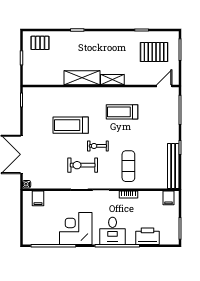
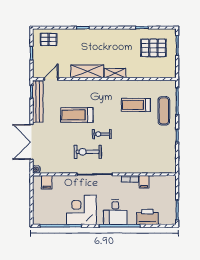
door: (164, 86) -> (51, 79), moved
treadmill: (122, 112) -> (136, 105), moved
exercise mat: (128, 166) -> (164, 111), moved
bench: (173, 166) -> (38, 102), moved
filing cabinet: (168, 198) -> (144, 182), moved

